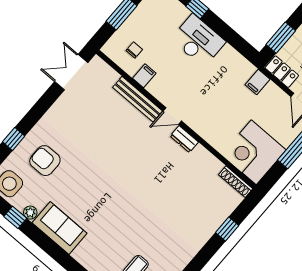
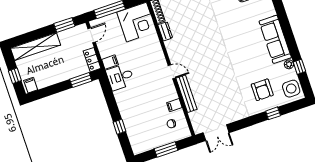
desk: (198, 40) -> (120, 77), moved, width x0.73
dresser: (184, 139) -> (165, 31), moved
sofa: (60, 228) -> (275, 39), width x1.36

